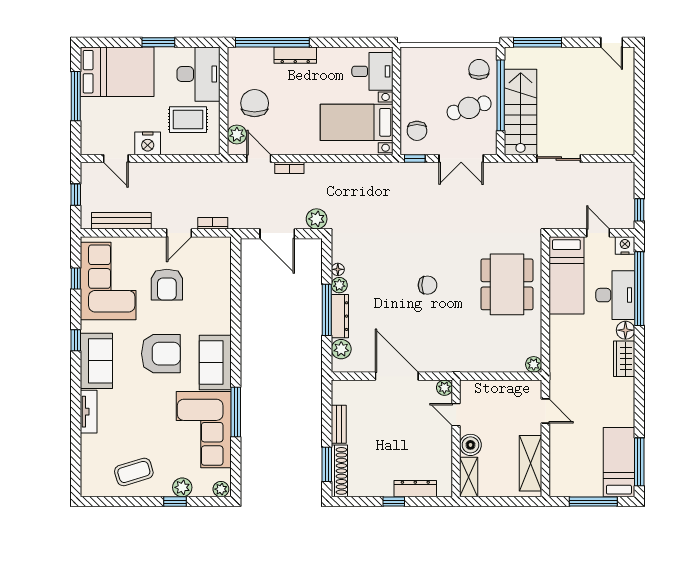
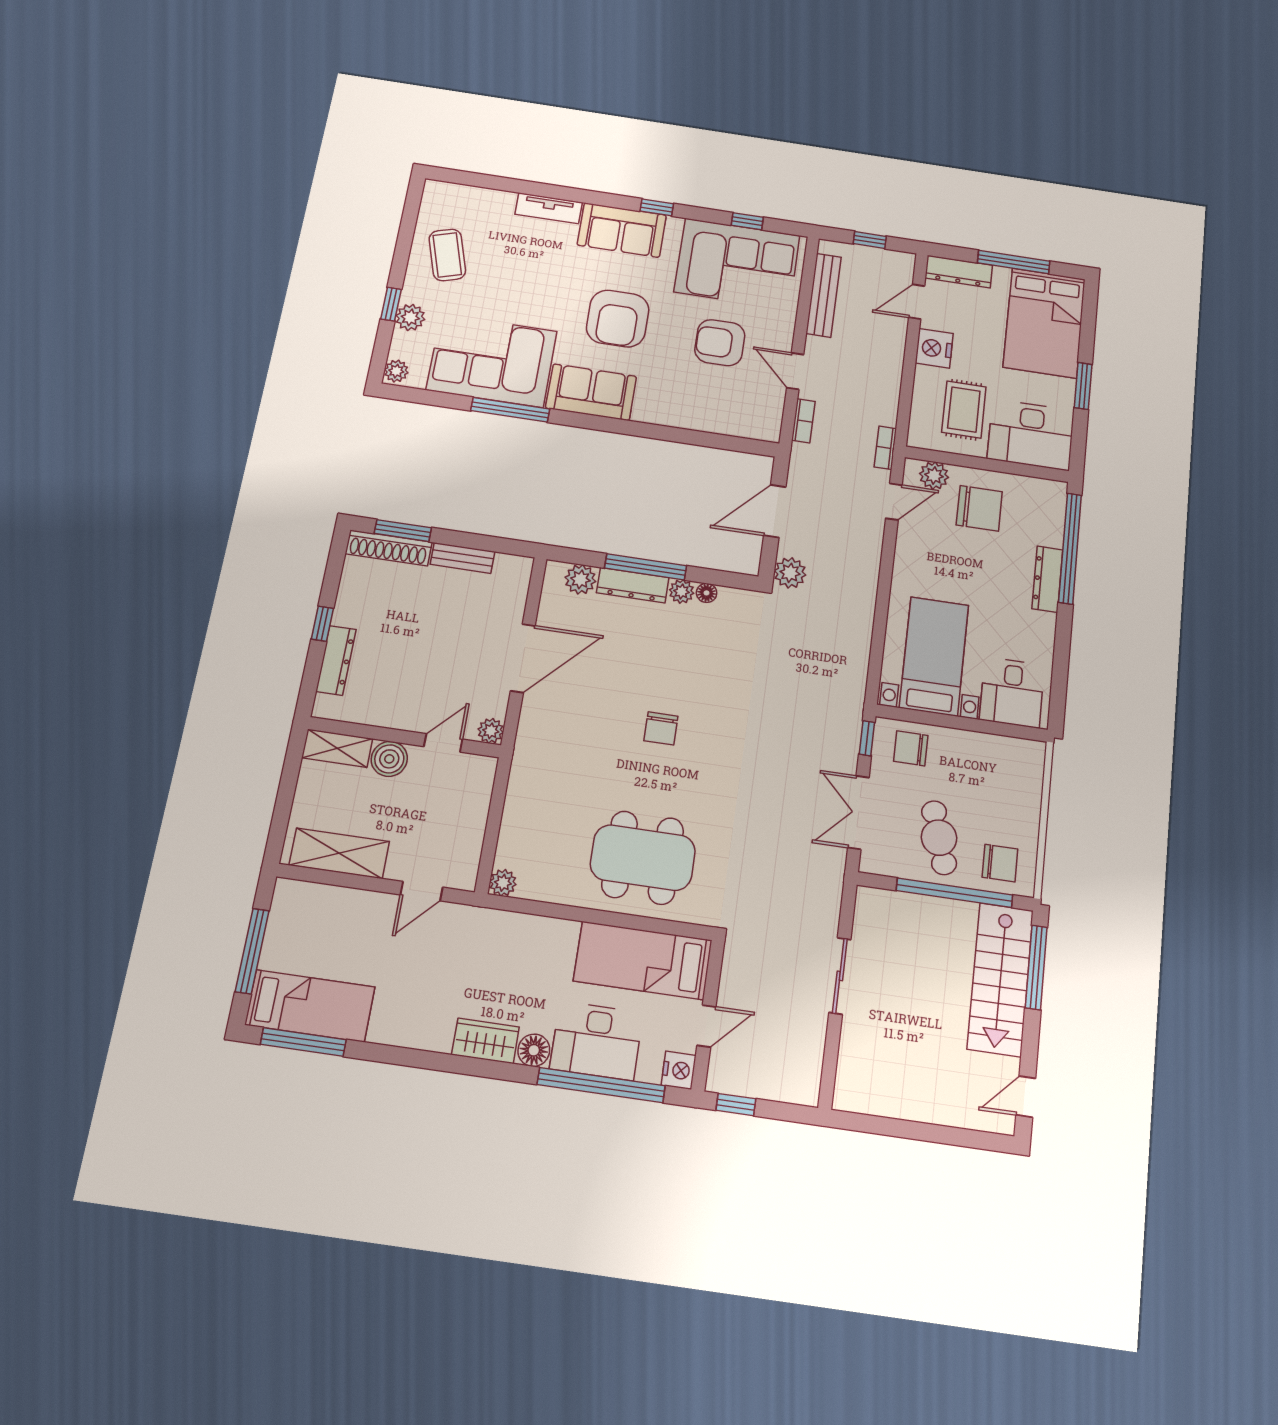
stairs: (521, 112) -> (1000, 979), moved, turned 90
dresser: (89, 133) -> (959, 272), added
bookcase: (289, 168) -> (885, 448), moved

